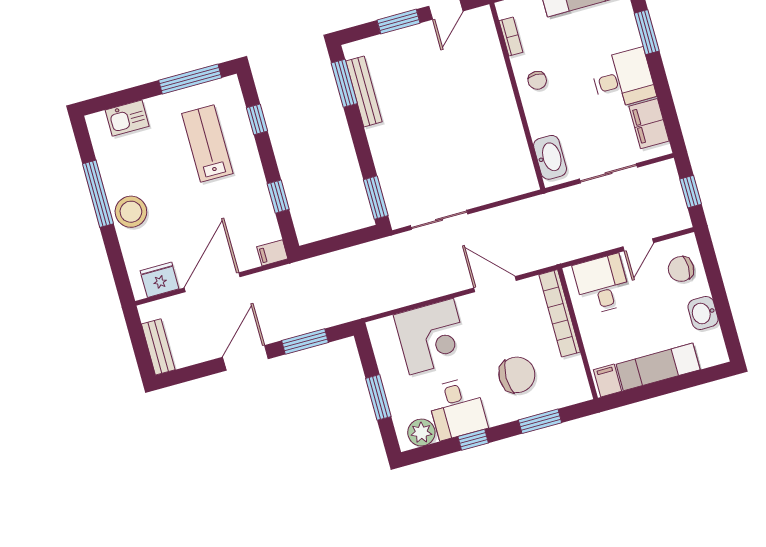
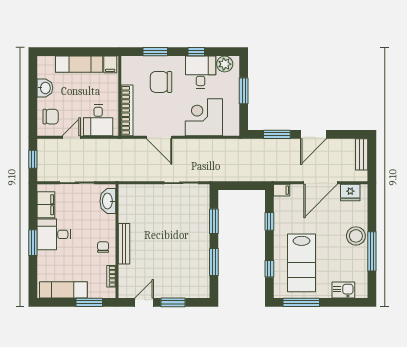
window: (647, 32) -> (33, 243), moved
window: (344, 83) -> (214, 262), moved
bench: (364, 91) -> (124, 244), moved
lab bench: (207, 143) -> (302, 263), width x1.36, depth x1.39
window: (376, 198) -> (214, 221), moved

